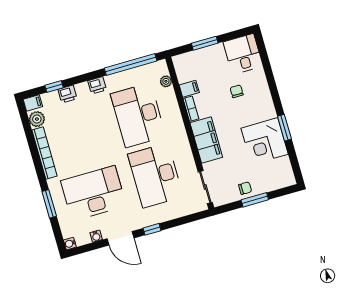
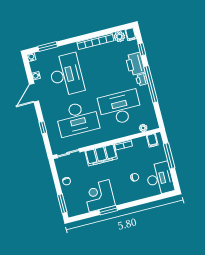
window: (205, 43) -> (169, 156), width x1.44
desk: (243, 54) -> (160, 178), width x1.37
window: (131, 65) -> (151, 84), moved
filing cabinet: (189, 89) -> (152, 140), moved
printer: (67, 94) -> (135, 64), width x1.87, depth x1.48
desk: (155, 175) -> (77, 119), turned 180
window: (255, 200) -> (62, 204), moved
window: (49, 204) -> (48, 47), moved
window: (152, 229) -> (43, 127), moved

